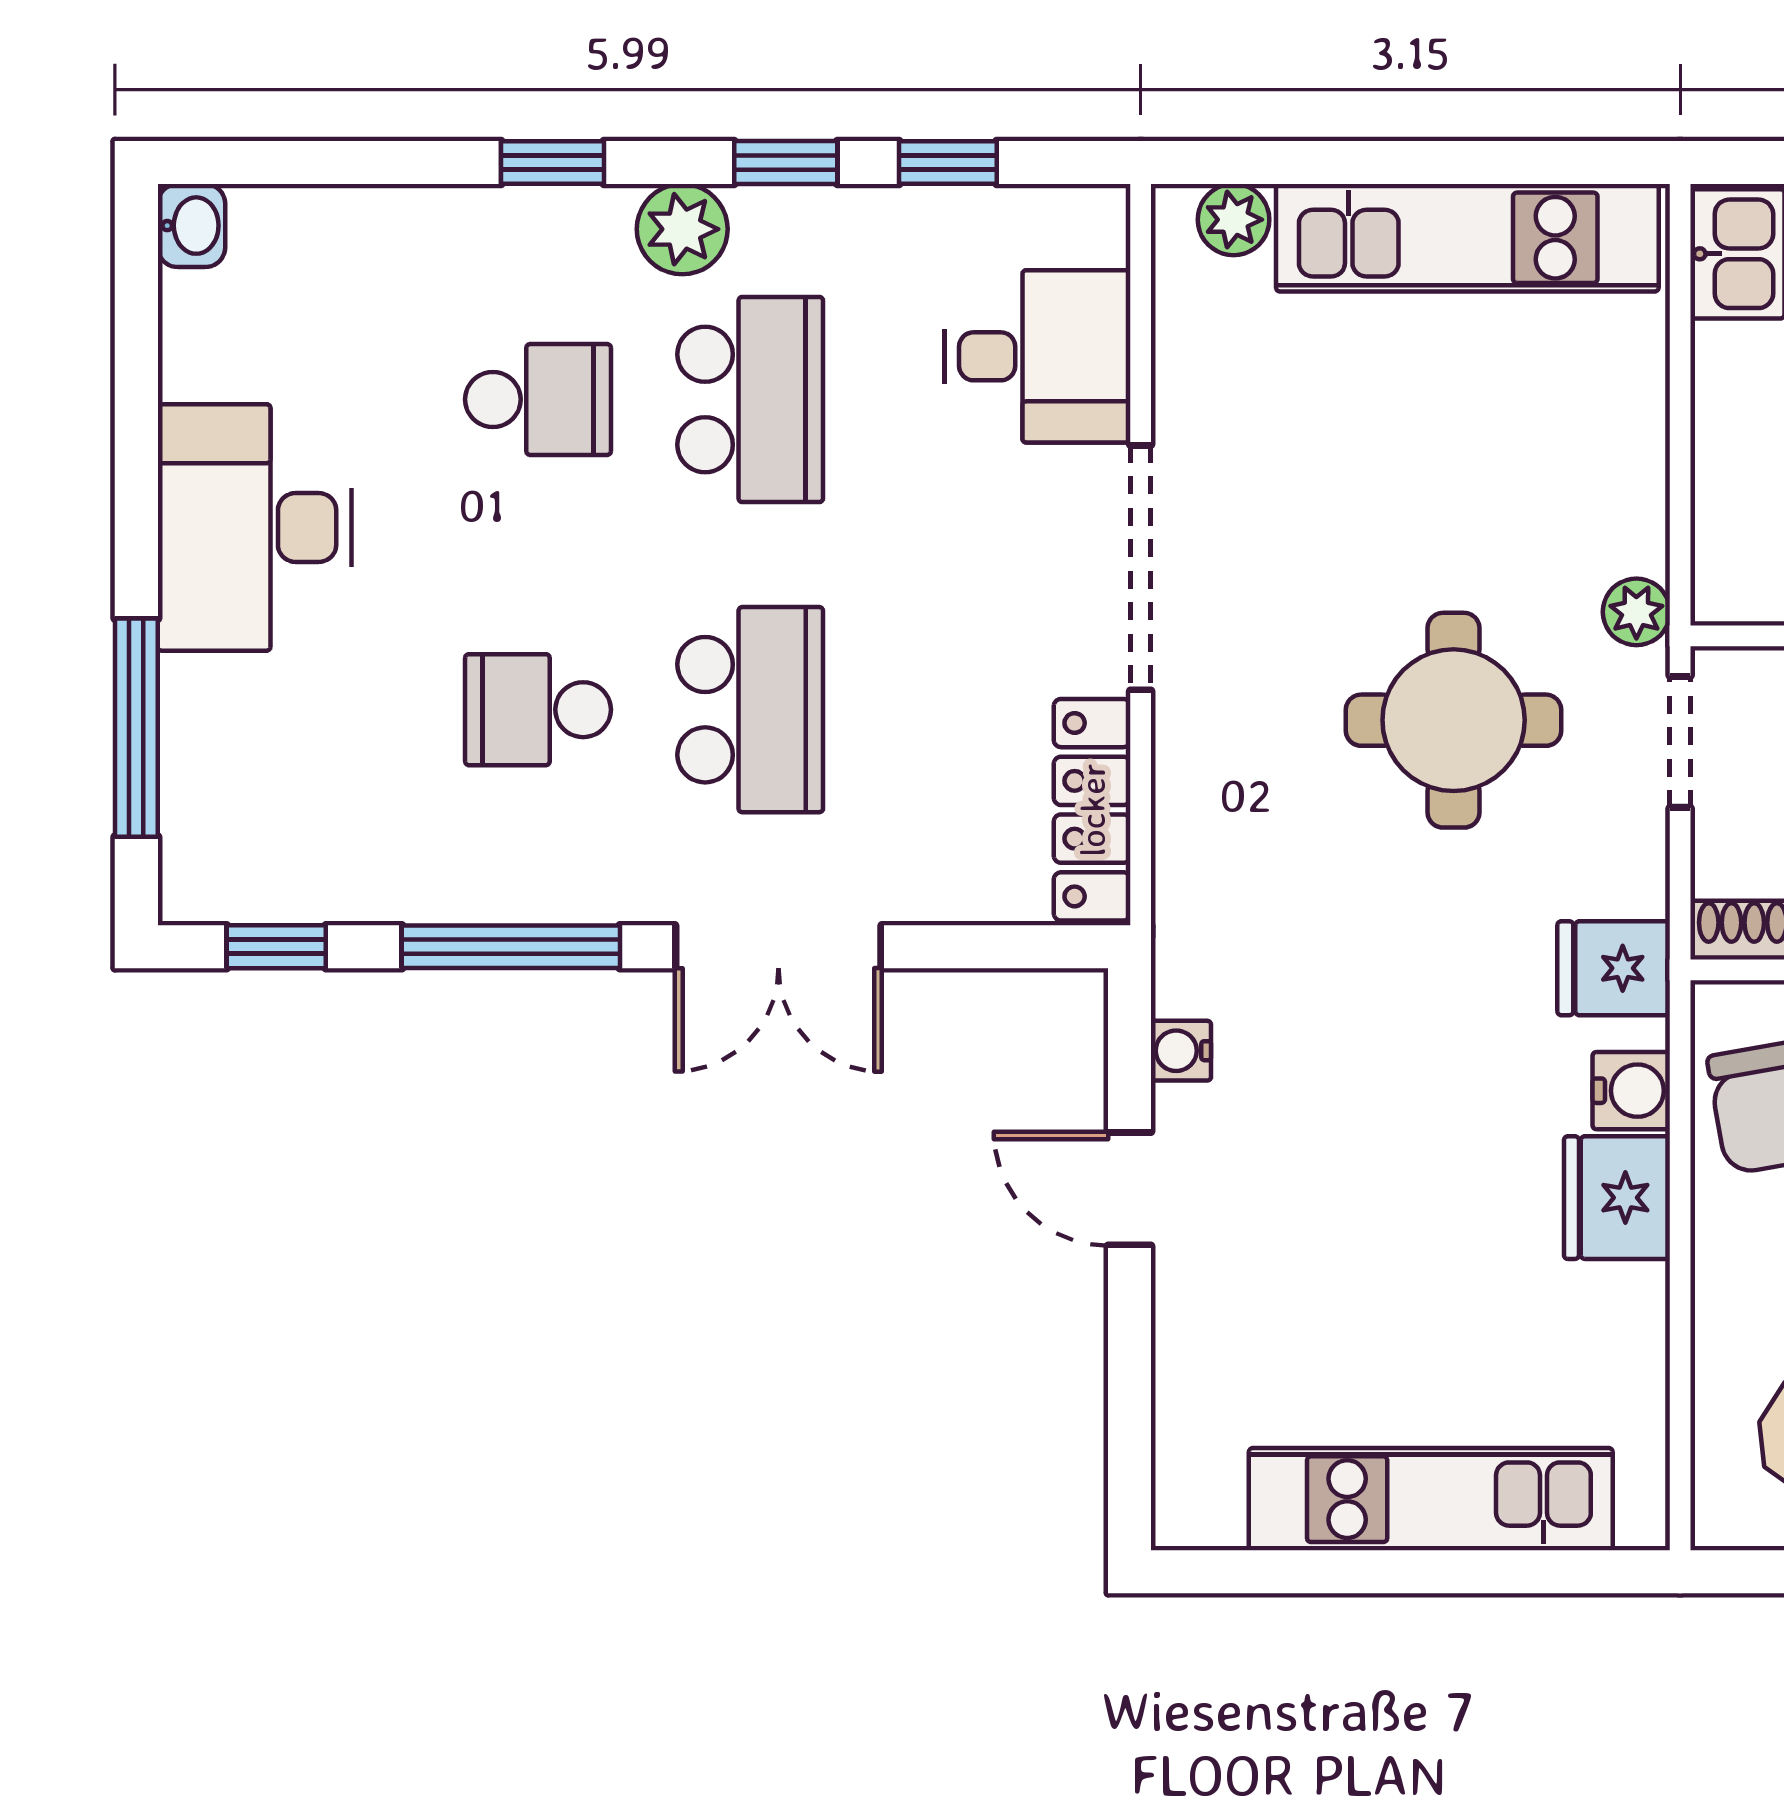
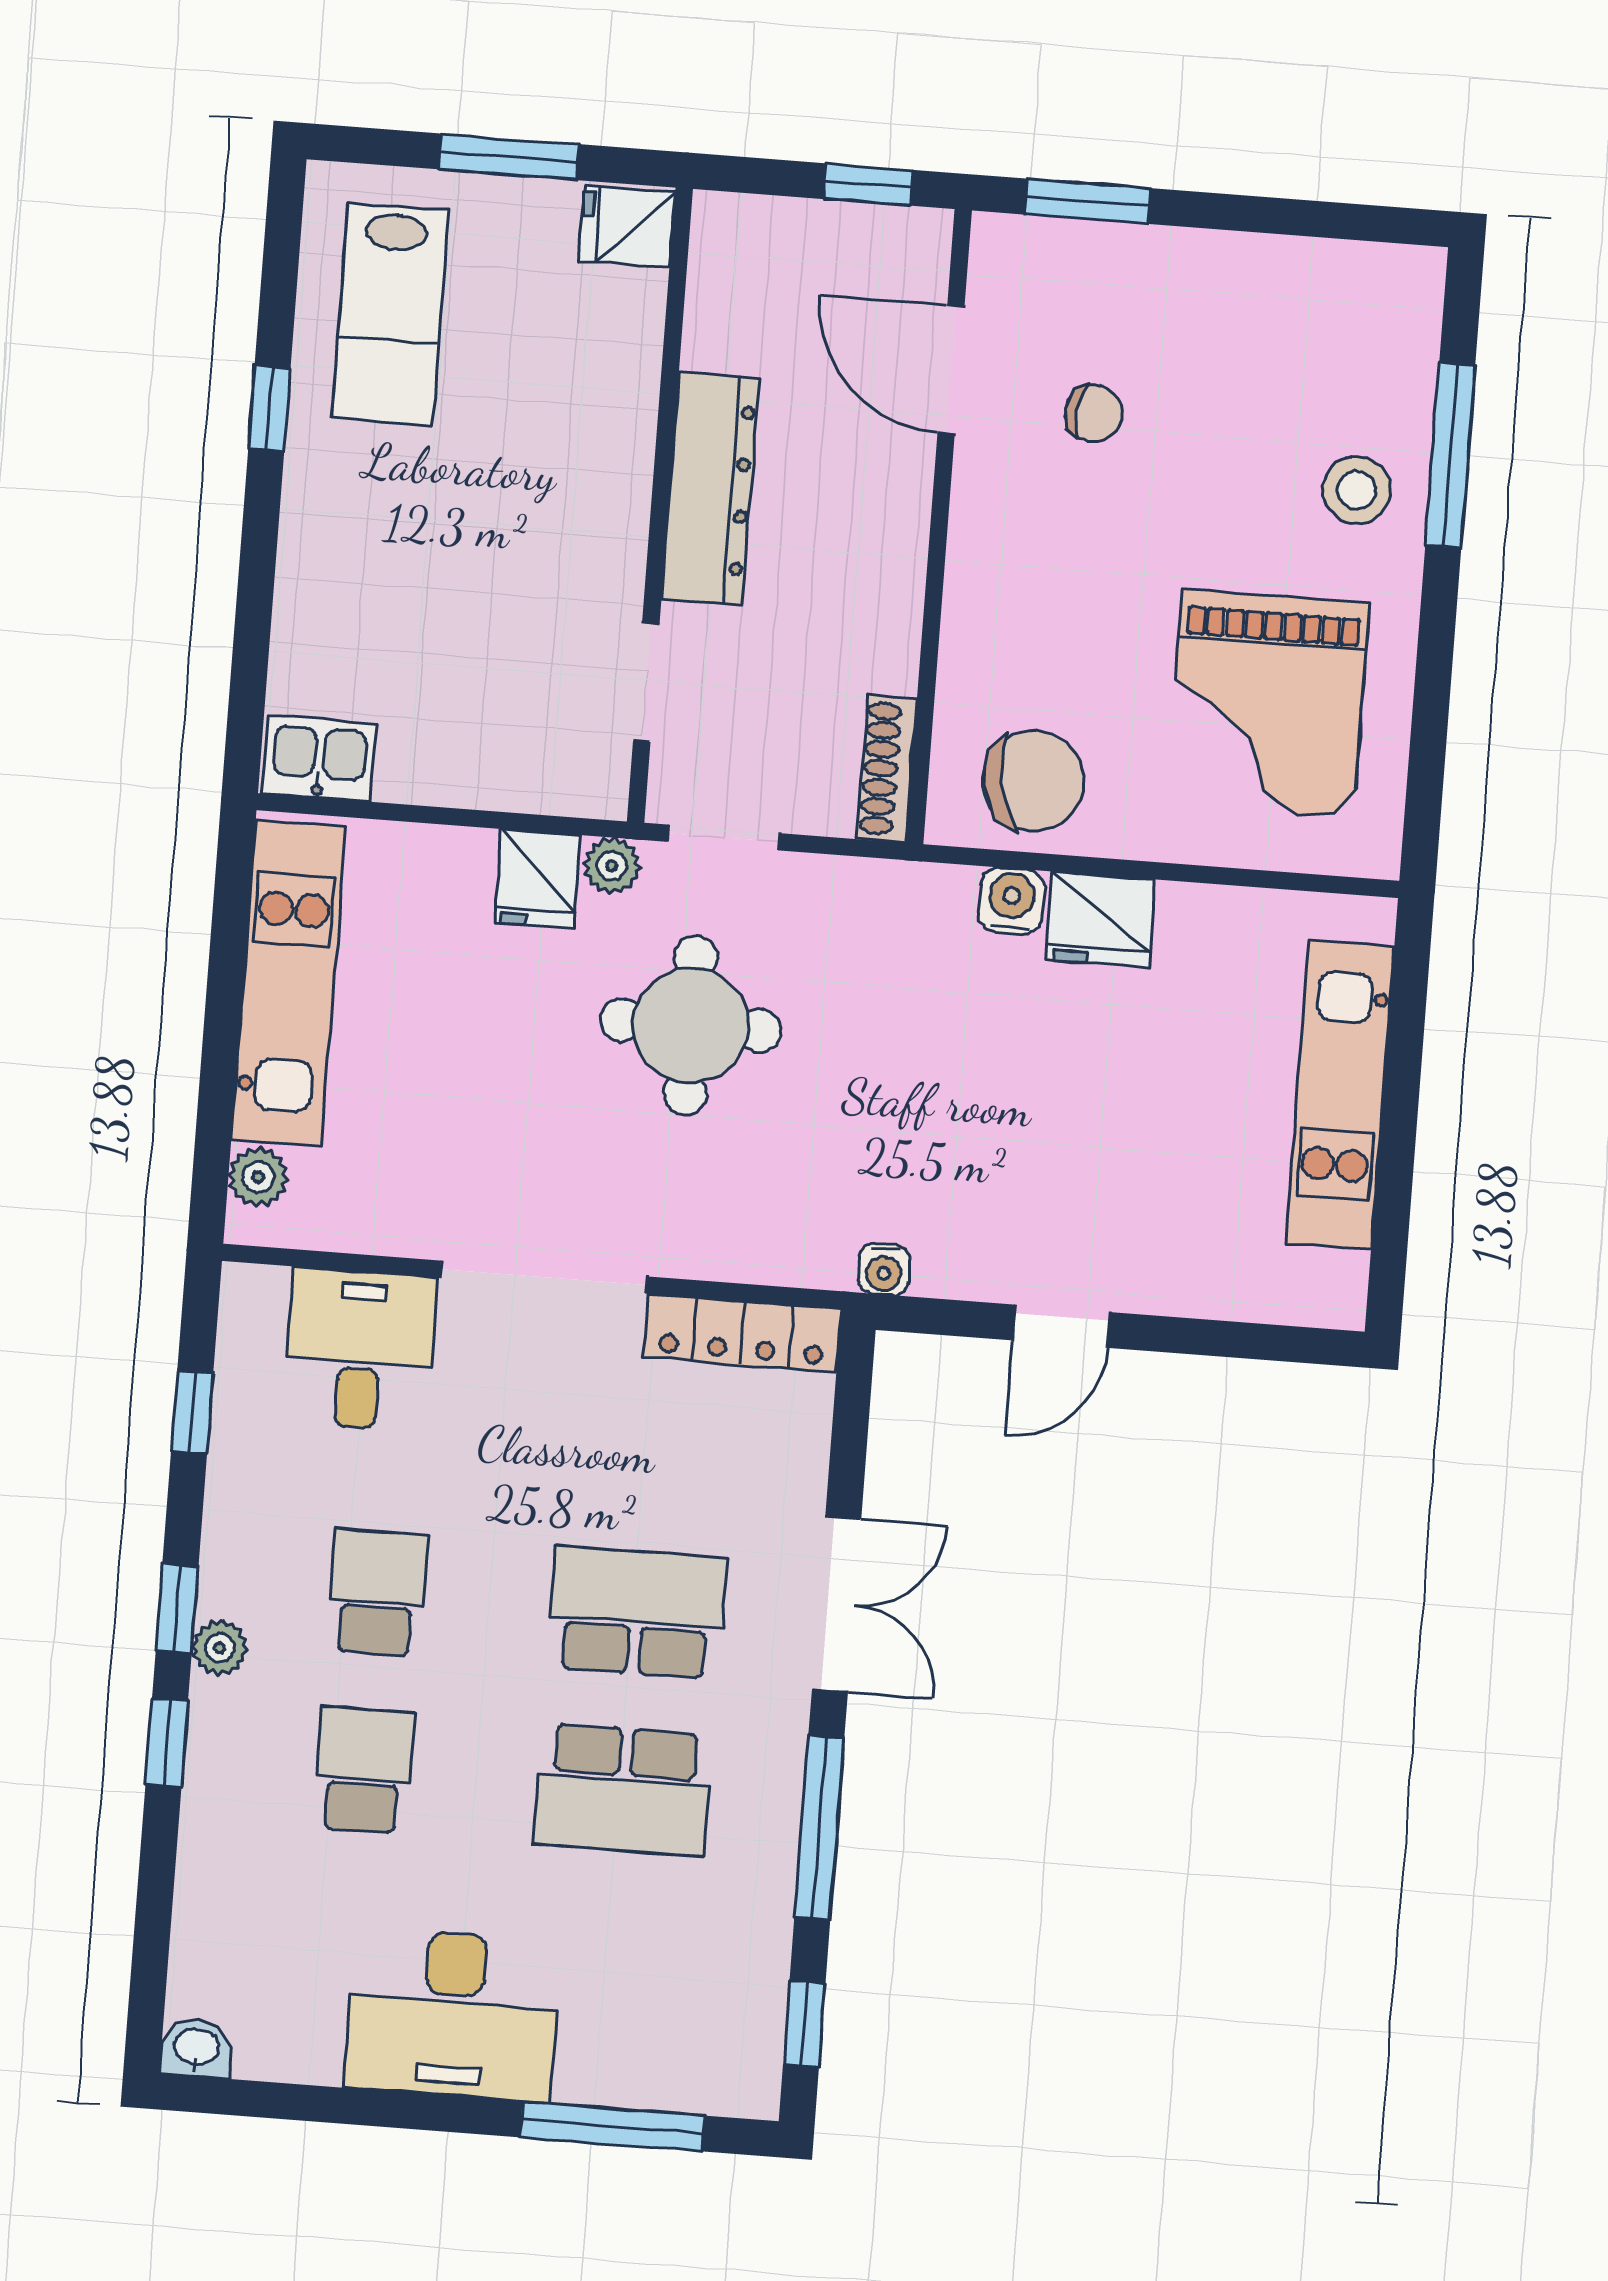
window: (786, 162) -> (177, 1608), moved
plant: (682, 229) -> (220, 1648), width x0.73, depth x0.73
school desk: (750, 399) -> (378, 1592), width x0.54
school desk: (538, 710) -> (623, 1790), width x1.85
fridge: (1614, 968) -> (537, 879), moved
water cooler: (1181, 1051) -> (884, 1269), moved

